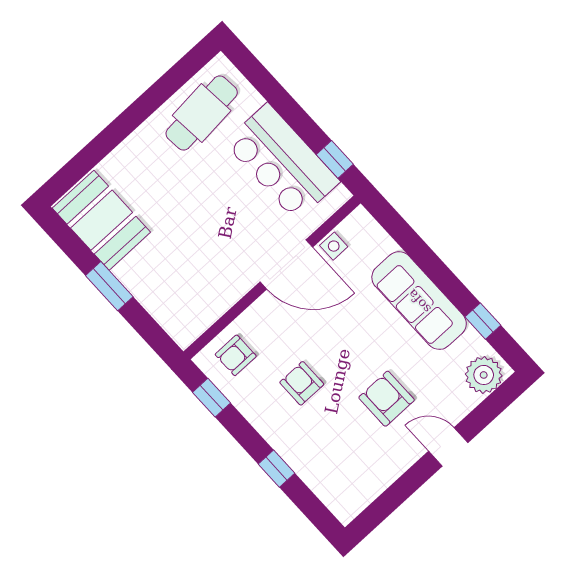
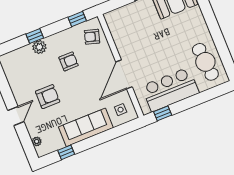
side table: (334, 246) -> (121, 110), moved
armchair: (236, 355) -> (92, 37), turned -73
plant: (484, 375) -> (37, 141), width x0.53, depth x0.53
plant: (295, 451) -> (39, 47), added

